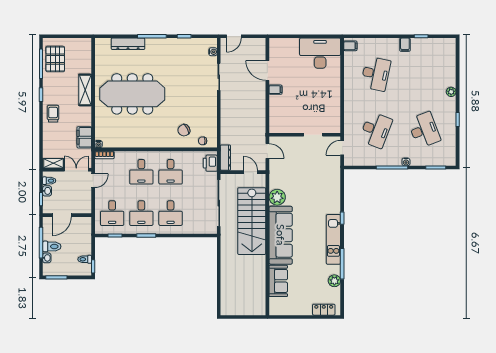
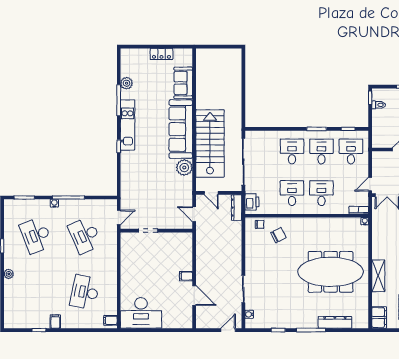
desk: (376, 130) -> (85, 235), turned -45
filing cabinet: (84, 137) -> (379, 317), moved
locker: (324, 310) -> (161, 54), moved

